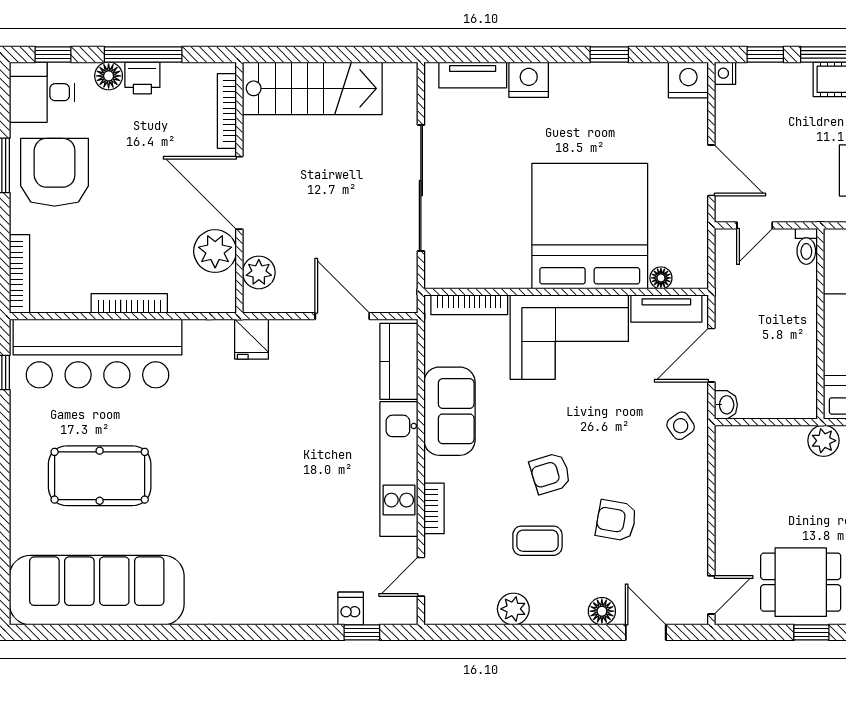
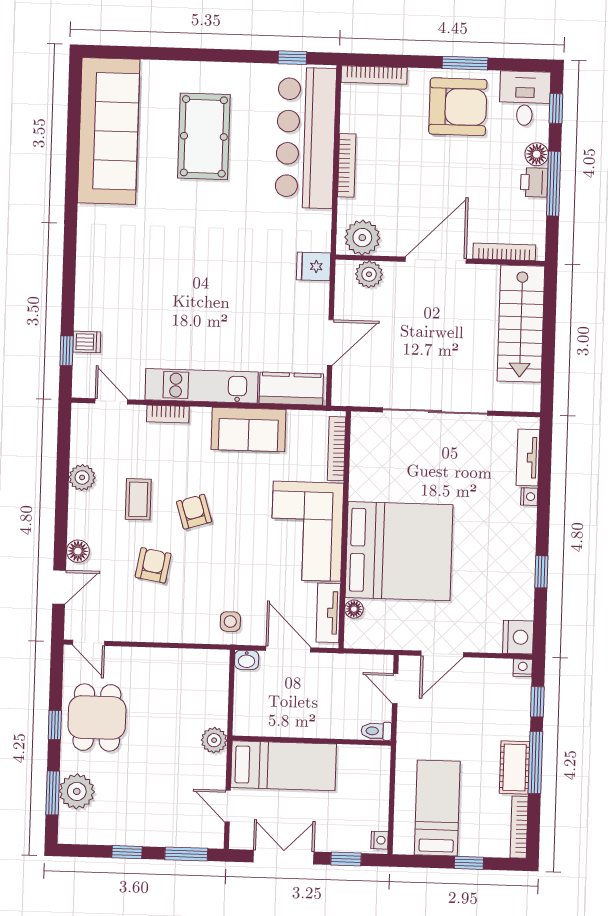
nightstand: (529, 80) -> (529, 497), width x0.53, depth x0.56
plant: (215, 251) -> (362, 238), moved
side table: (681, 426) -> (230, 622), turned 35

